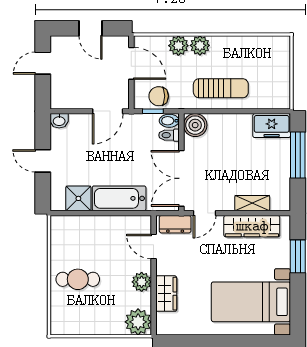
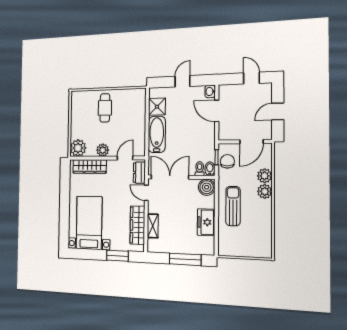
sun lounger: (221, 88) -> (233, 206), turned 180
door: (108, 111) -> (217, 111), moved
freezer: (272, 126) -> (206, 222), moved
wardrobe: (166, 294) -> (90, 166), width x1.50

